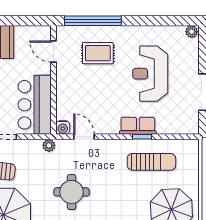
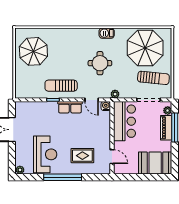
window: (93, 21) -> (63, 177), moved
reception desk: (150, 74) -> (45, 154), moved
row of seats: (138, 126) -> (70, 107), moved
sun lounger: (151, 162) -> (61, 86), moved

